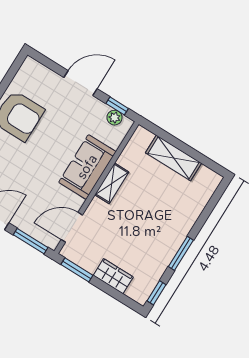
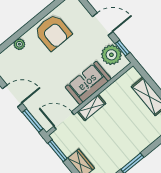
plant: (114, 118) -> (111, 55), width x1.88, depth x1.88
shelving: (112, 183) -> (91, 108), moved

